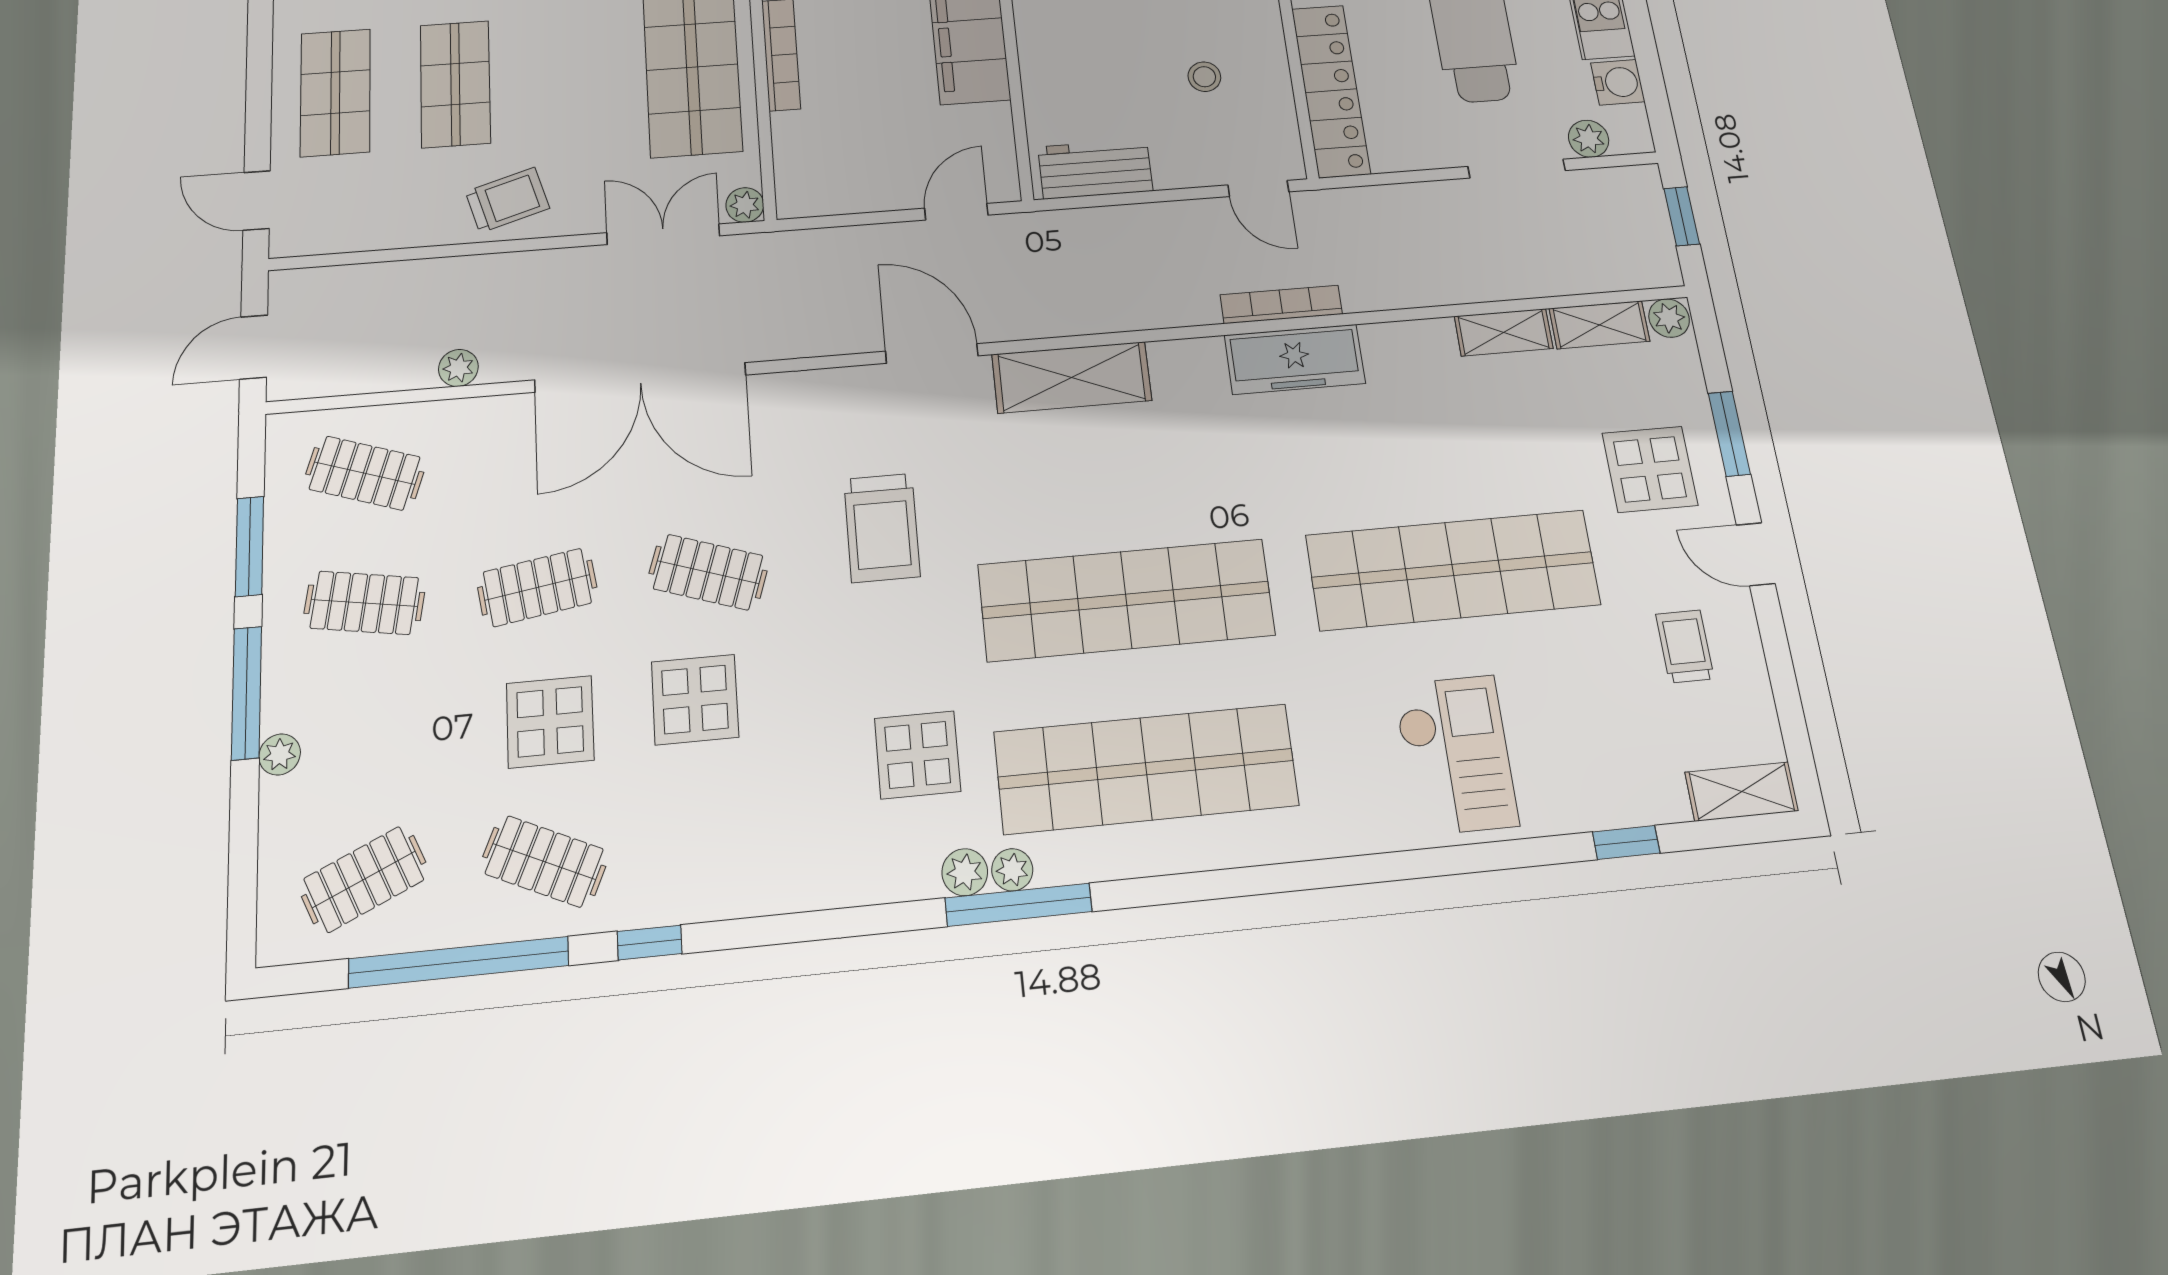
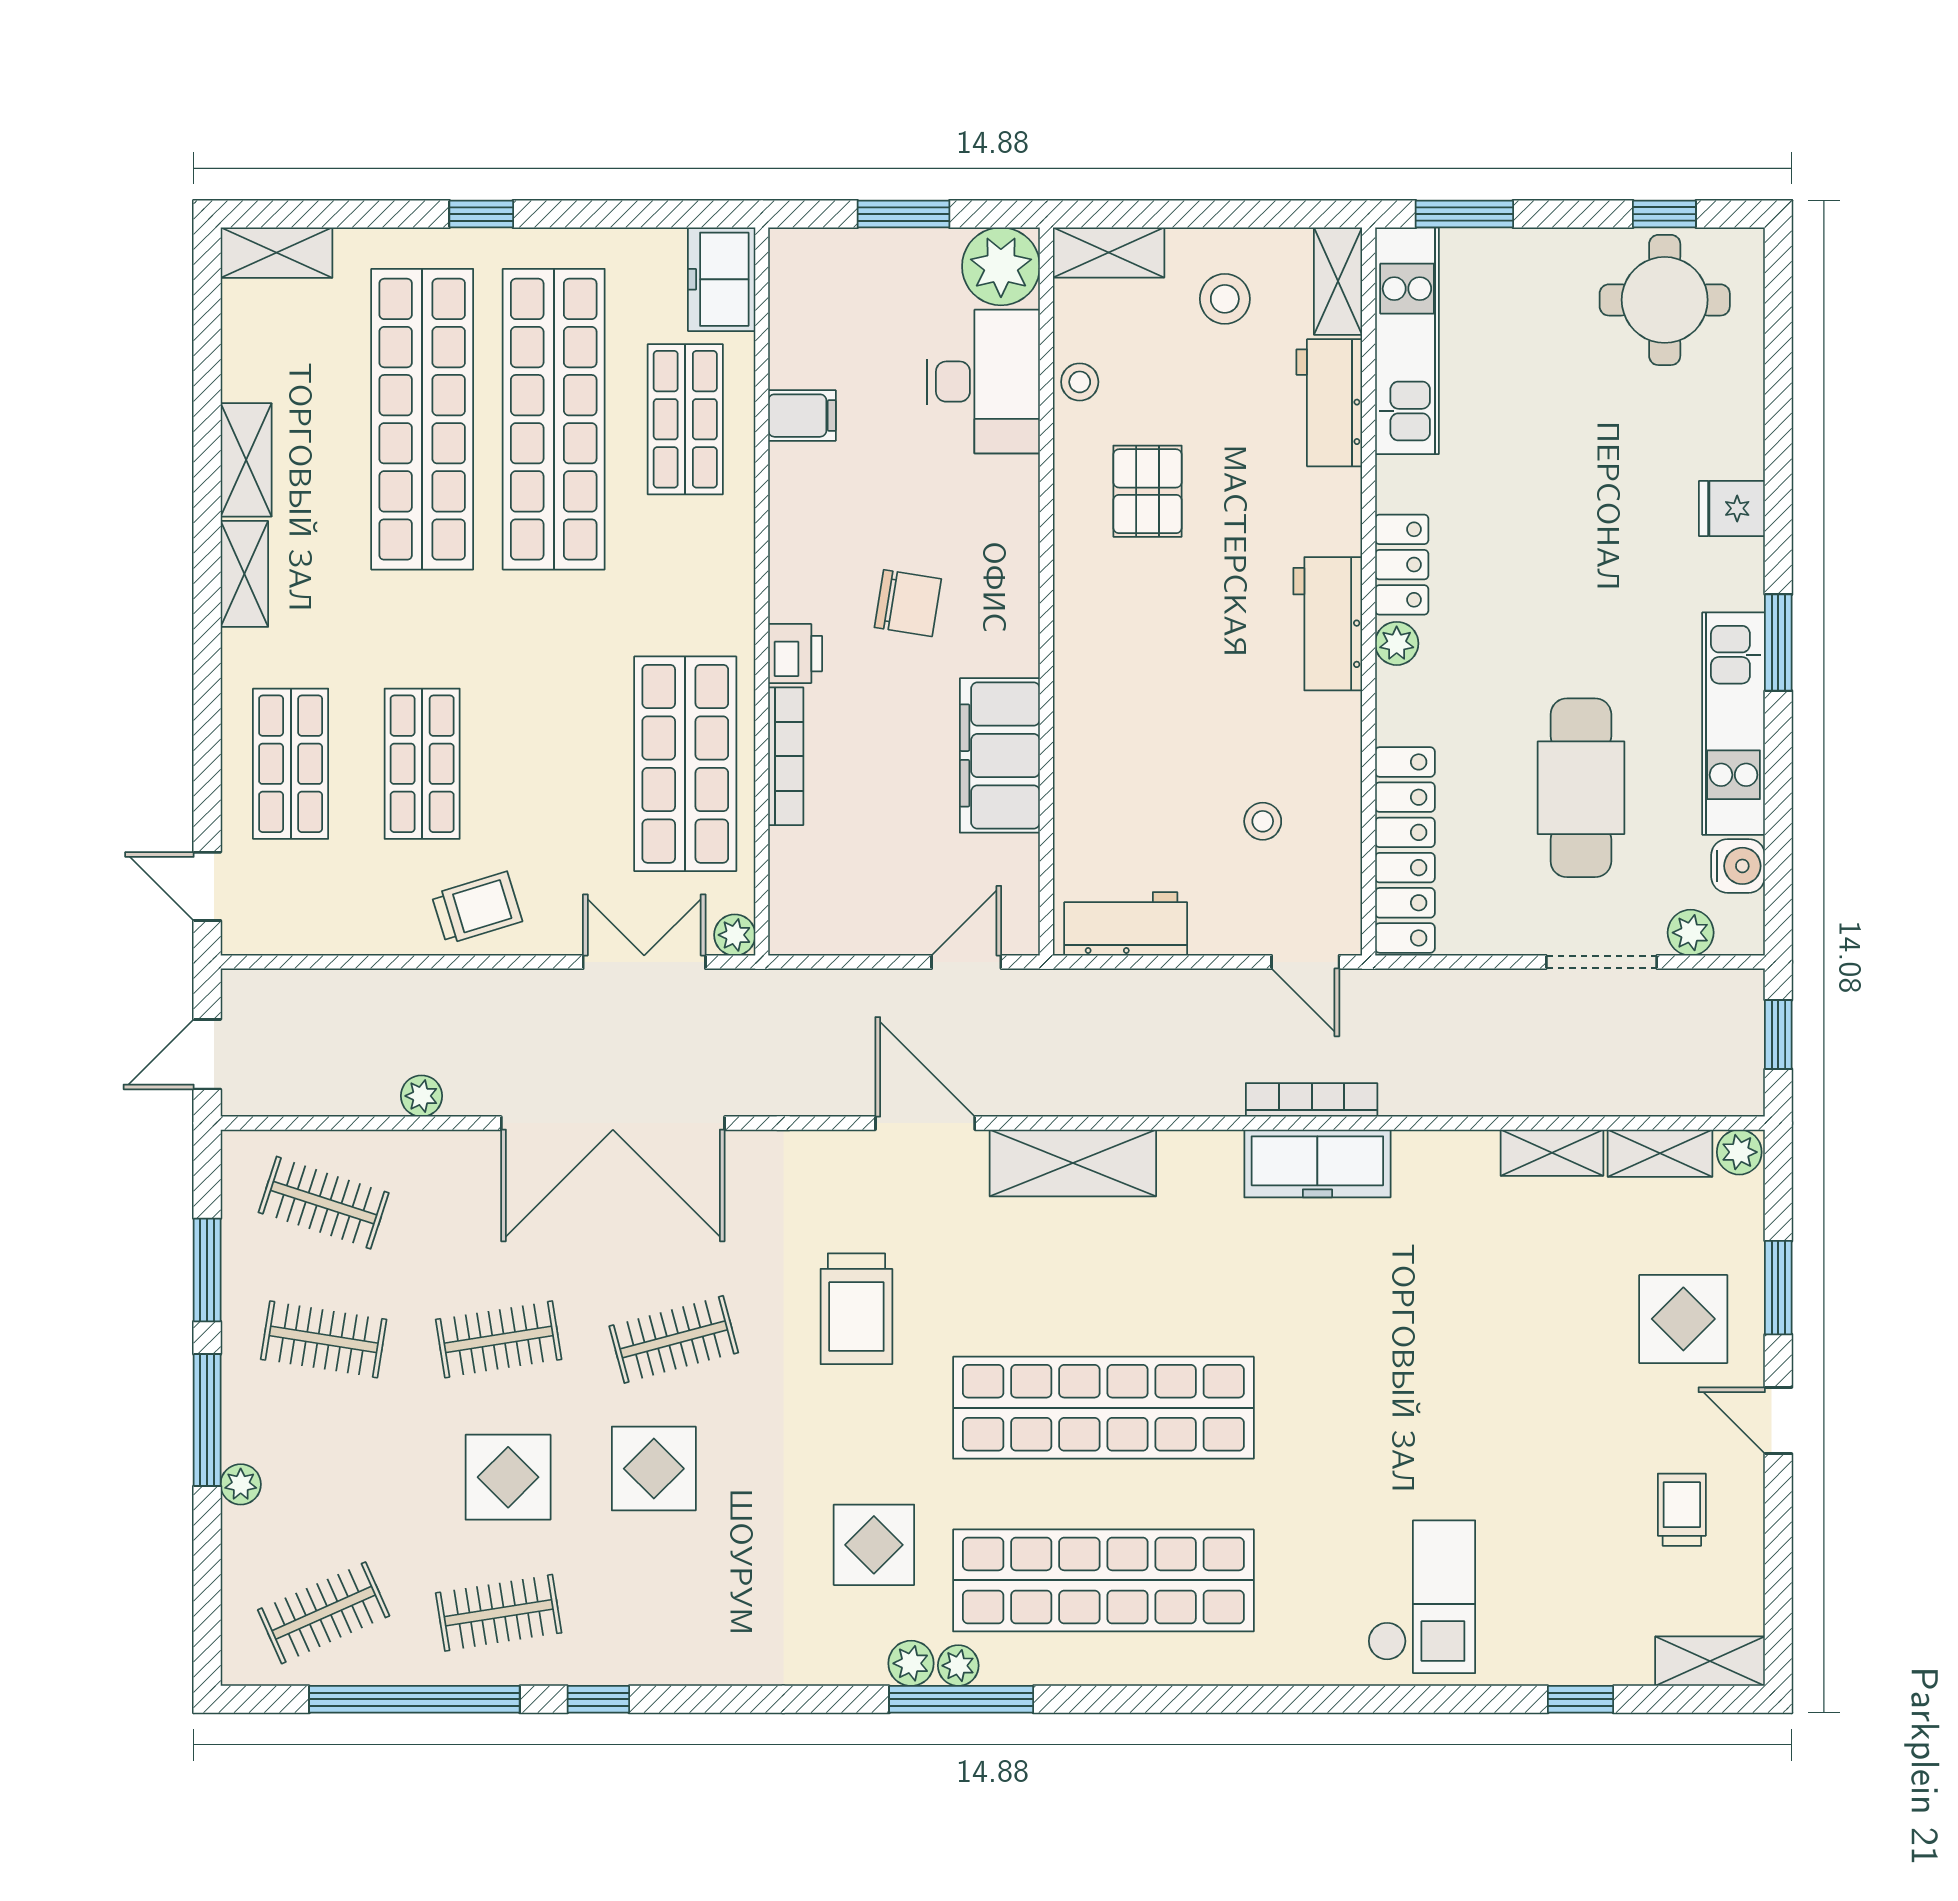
shop shelf: (1453, 570) -> (1451, 1408), removed
clothes rail: (708, 572) -> (674, 1339), turned -33
clothes rail: (544, 861) -> (499, 1613), turned -33

